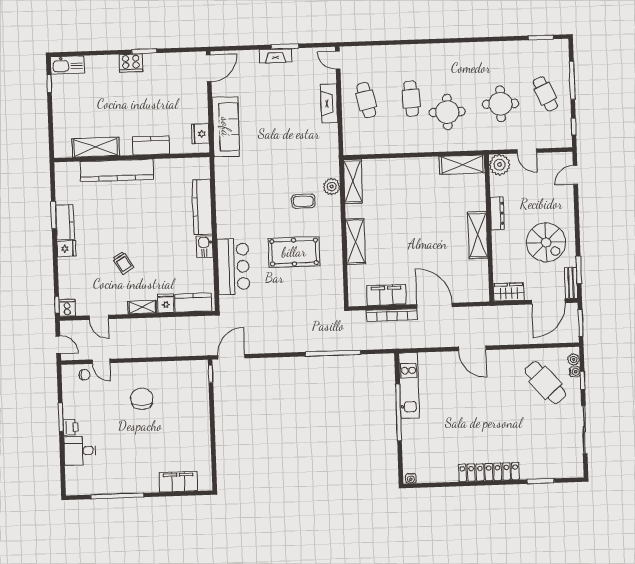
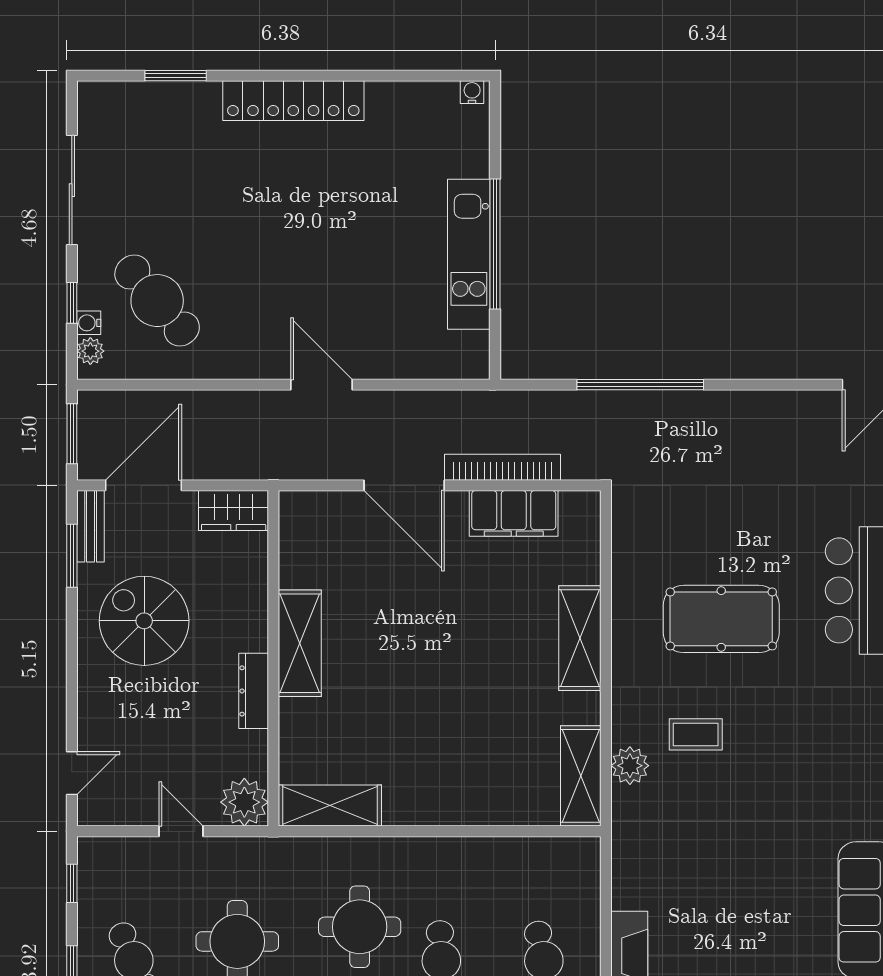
kitchen unit: (409, 386) -> (469, 254), moved

